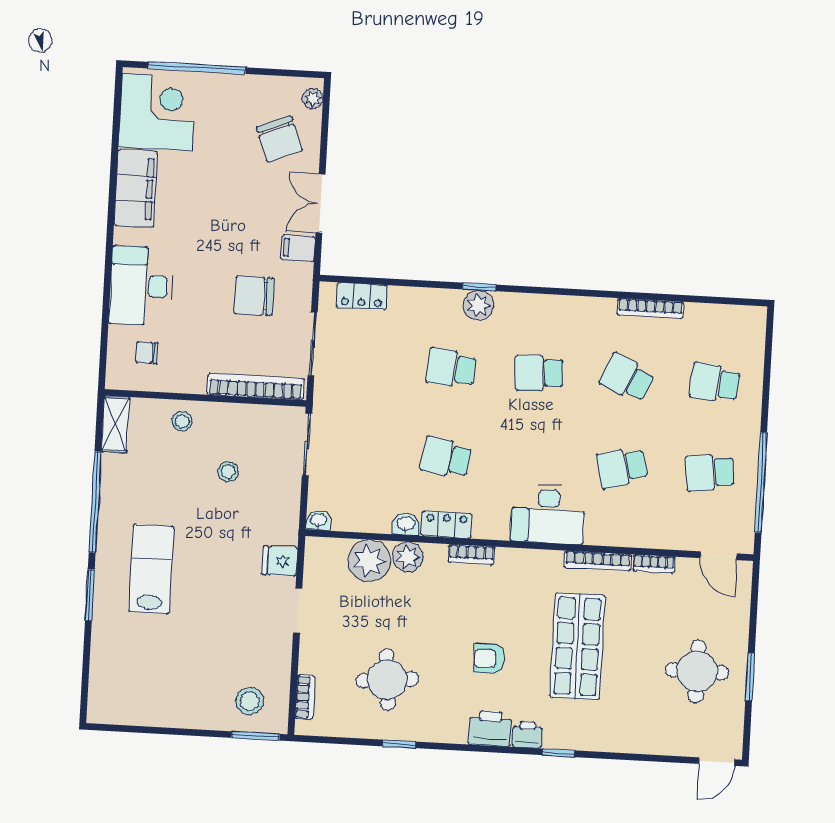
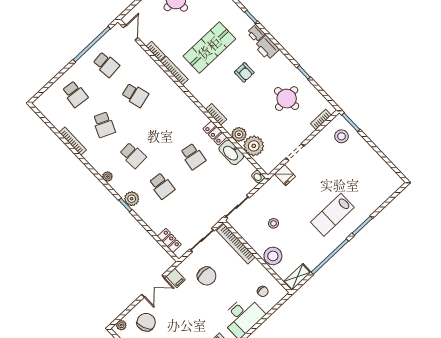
plant: (547, 304) -> (107, 176), added
stool: (182, 421) -> (273, 256), width x1.89, depth x1.89
desk: (548, 514) -> (176, 103), removed
washbasin: (406, 524) -> (231, 152), width x1.91, depth x1.45

